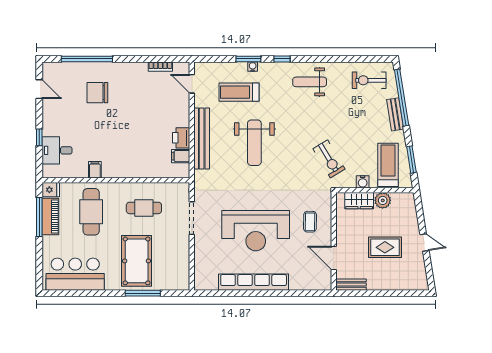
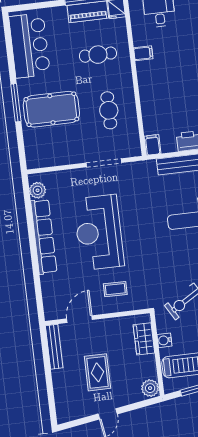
filing cabinet: (181, 156) -> (152, 145), moved
plant: (383, 200) -> (150, 388), moved
cafe table: (91, 212) -> (98, 55), width x0.73, depth x0.74
plant: (210, 283) -> (38, 190), added
bench: (351, 285) -> (54, 347), width x1.36
window: (143, 293) -> (16, 103), moved

